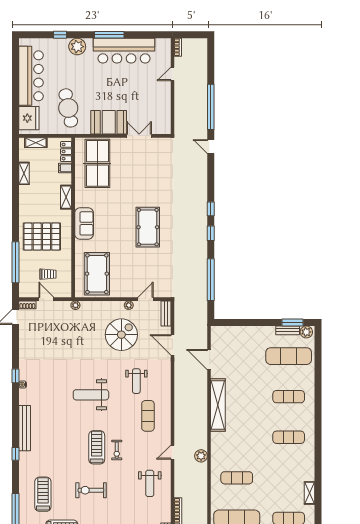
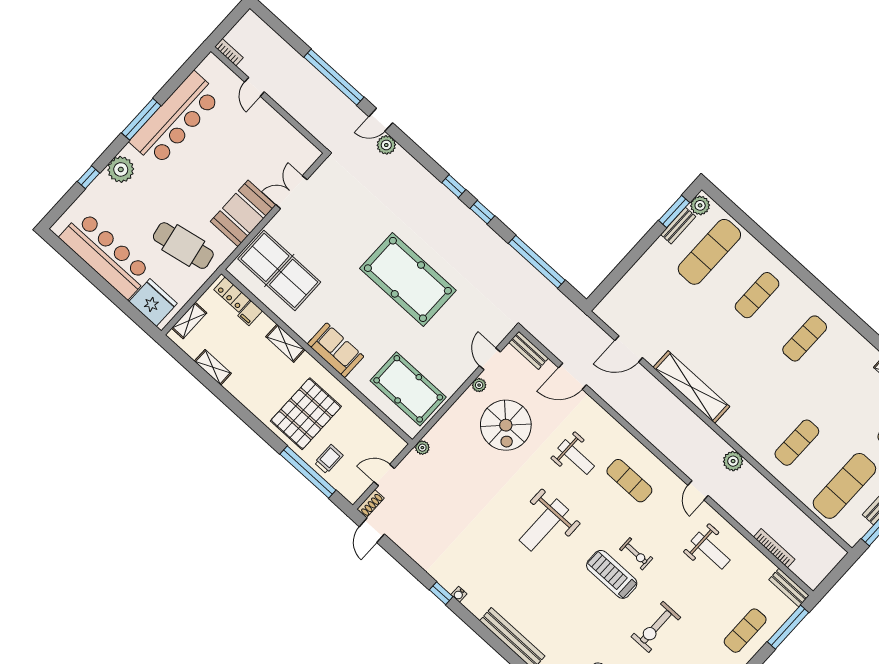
plant: (201, 160) -> (386, 145), added
pool table: (148, 227) -> (408, 279), width x1.36, depth x1.32
trolley: (48, 274) -> (329, 459), moved
spiral stairs: (121, 335) -> (506, 425), turned 180

